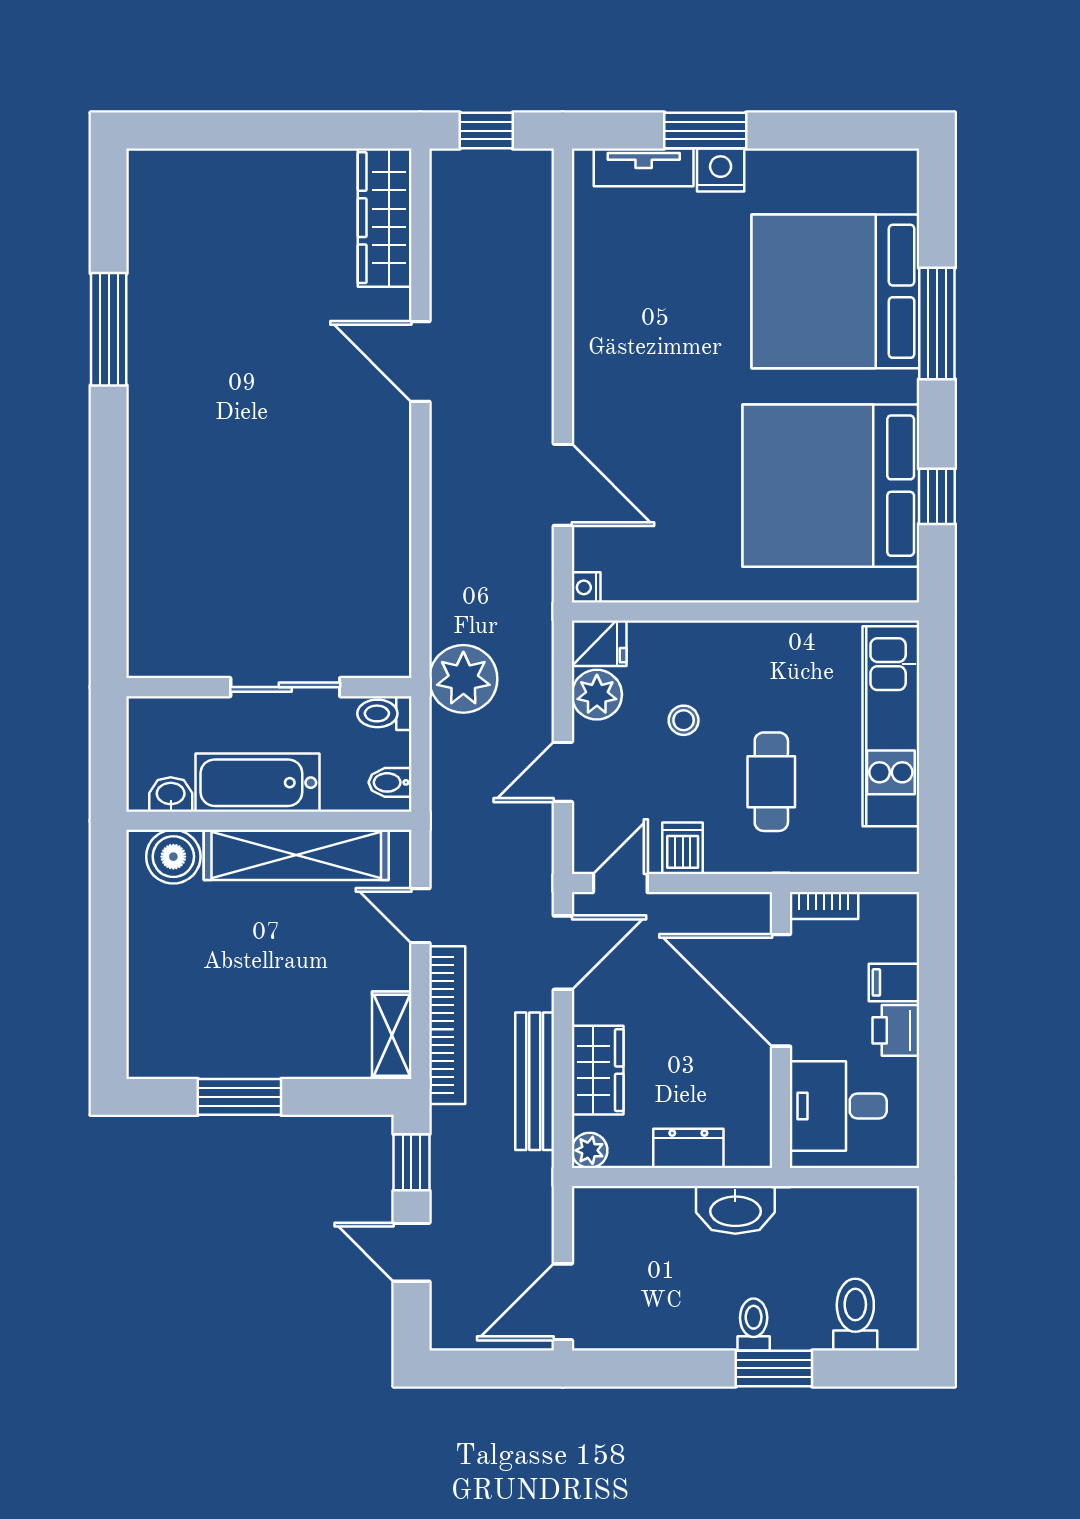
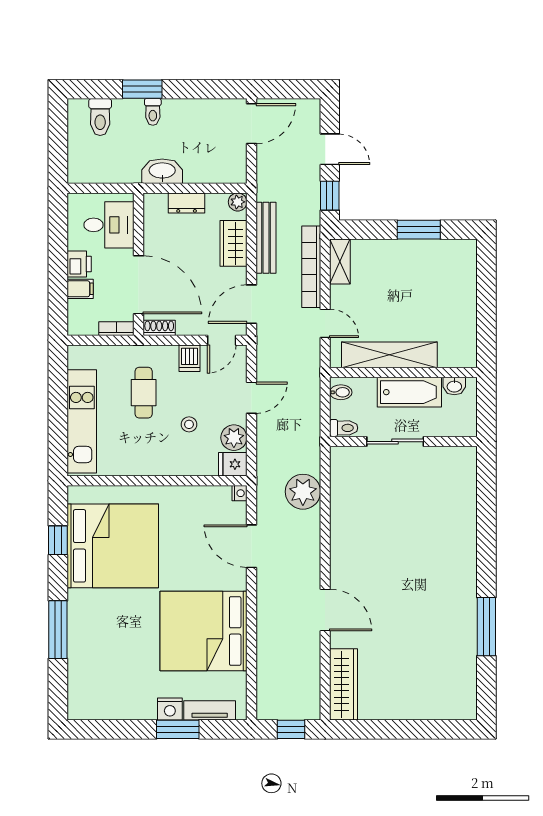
bed: (835, 291) -> (204, 631), moved, turned 180
plant: (463, 679) -> (303, 492), moved
boiler: (173, 857) -> (453, 354), removed
shoe rack: (741, 907) -> (159, 328), added

